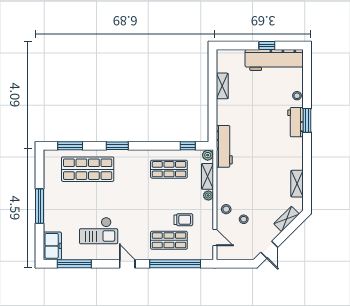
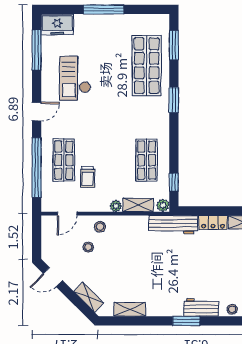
locker: (223, 112) -> (213, 223), added
window: (307, 120) -> (186, 321), moved

